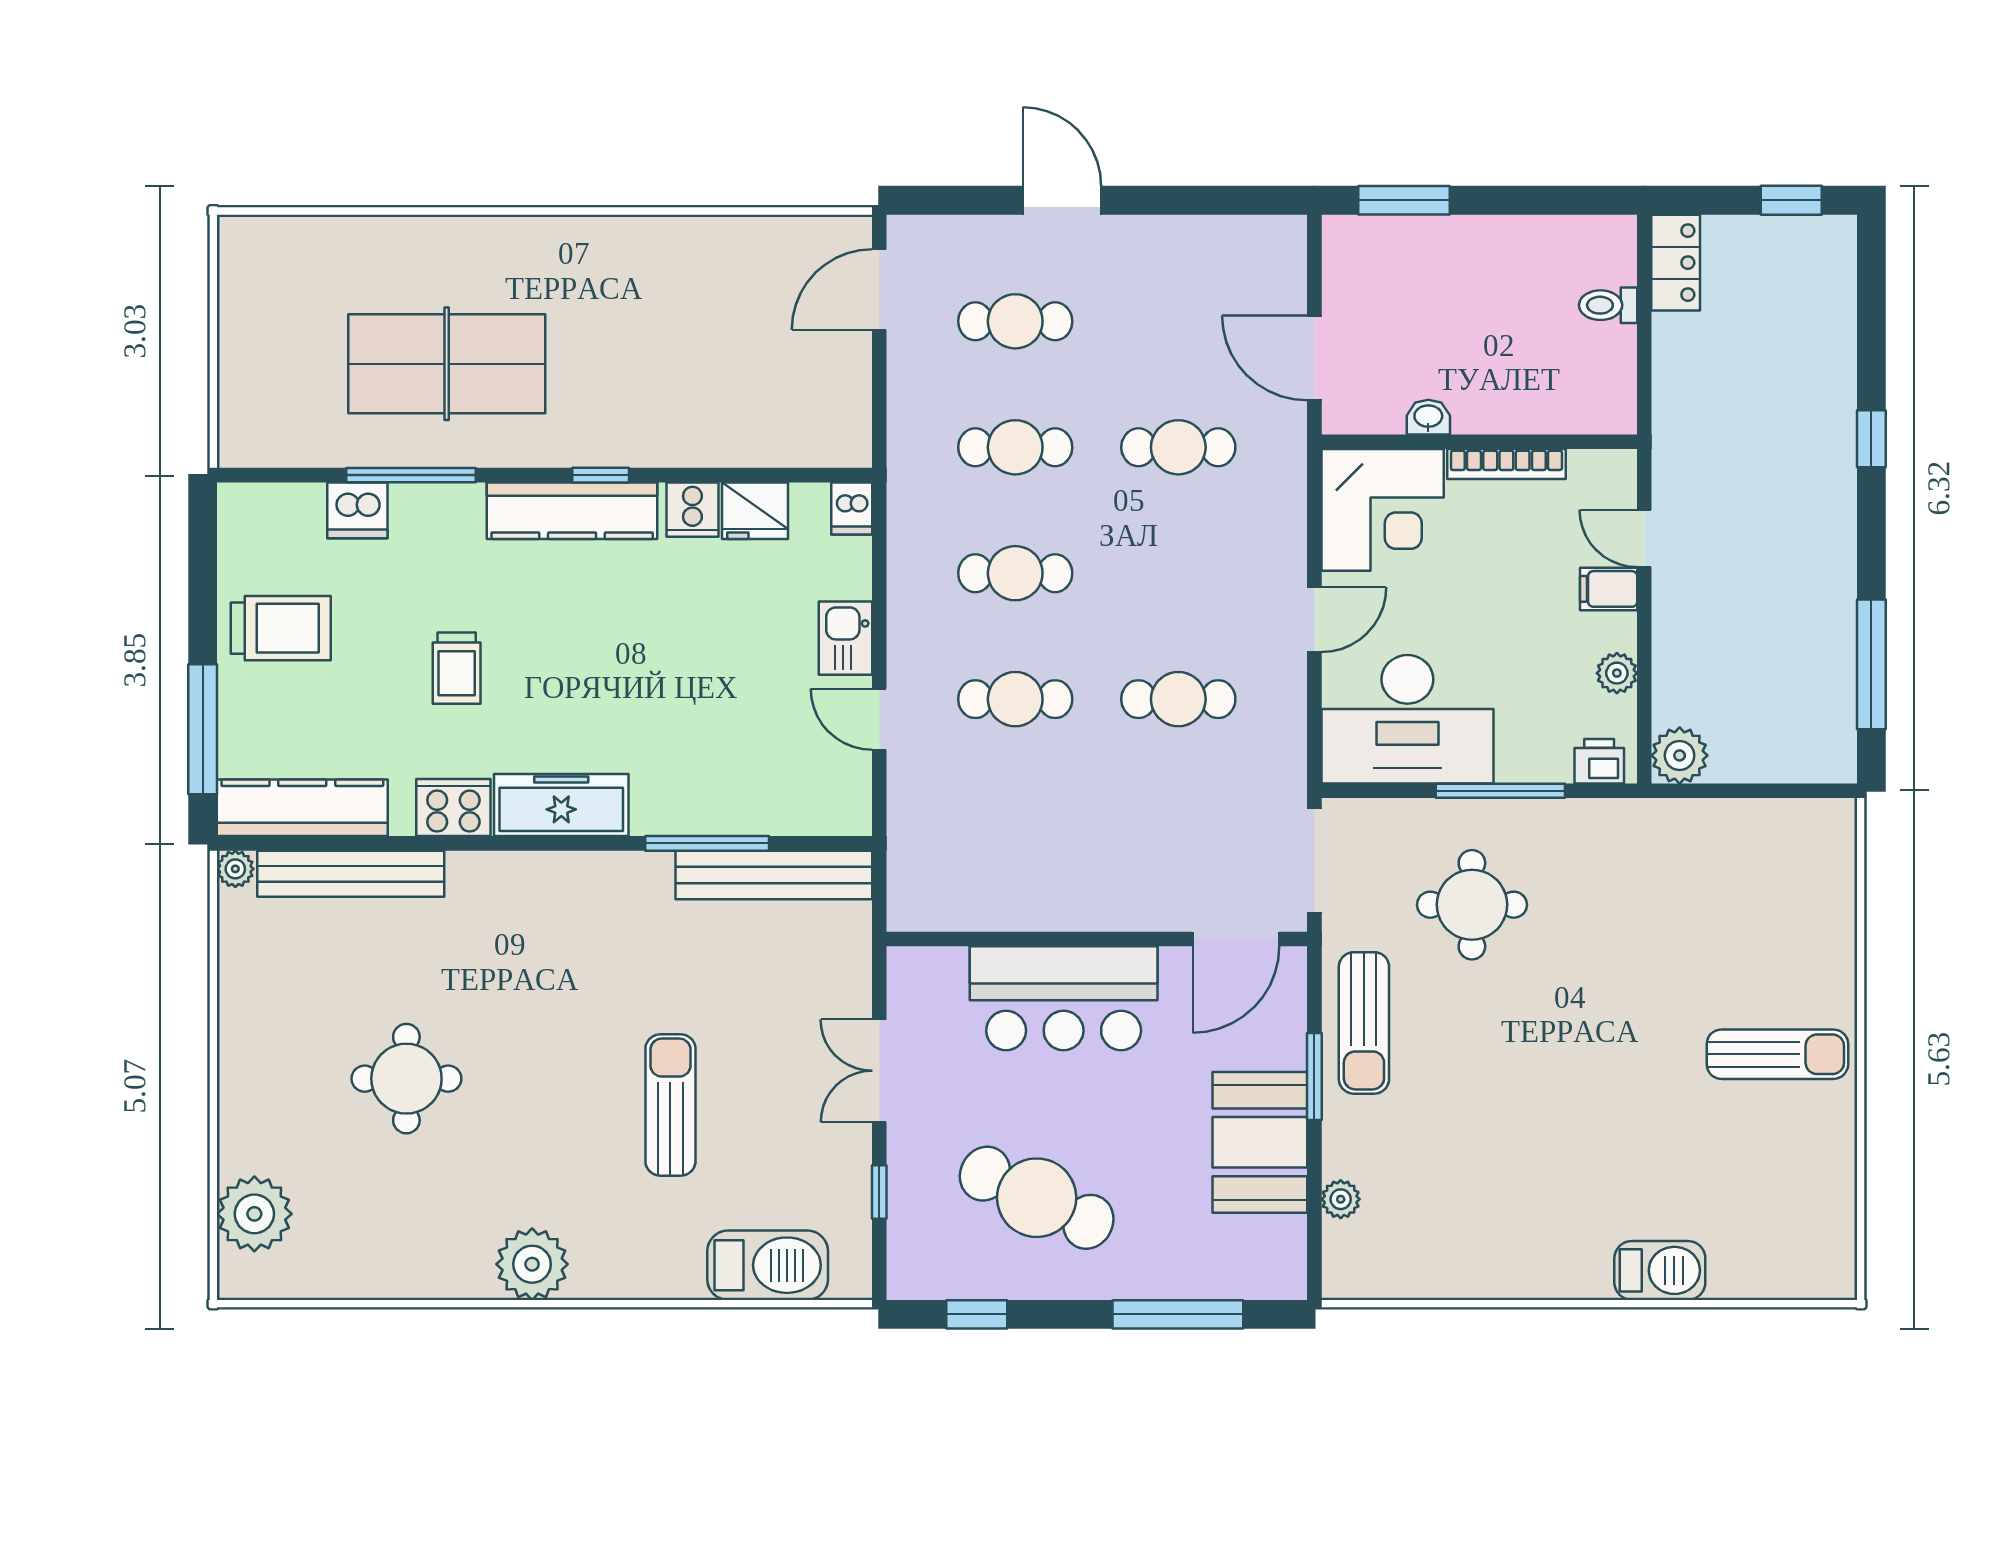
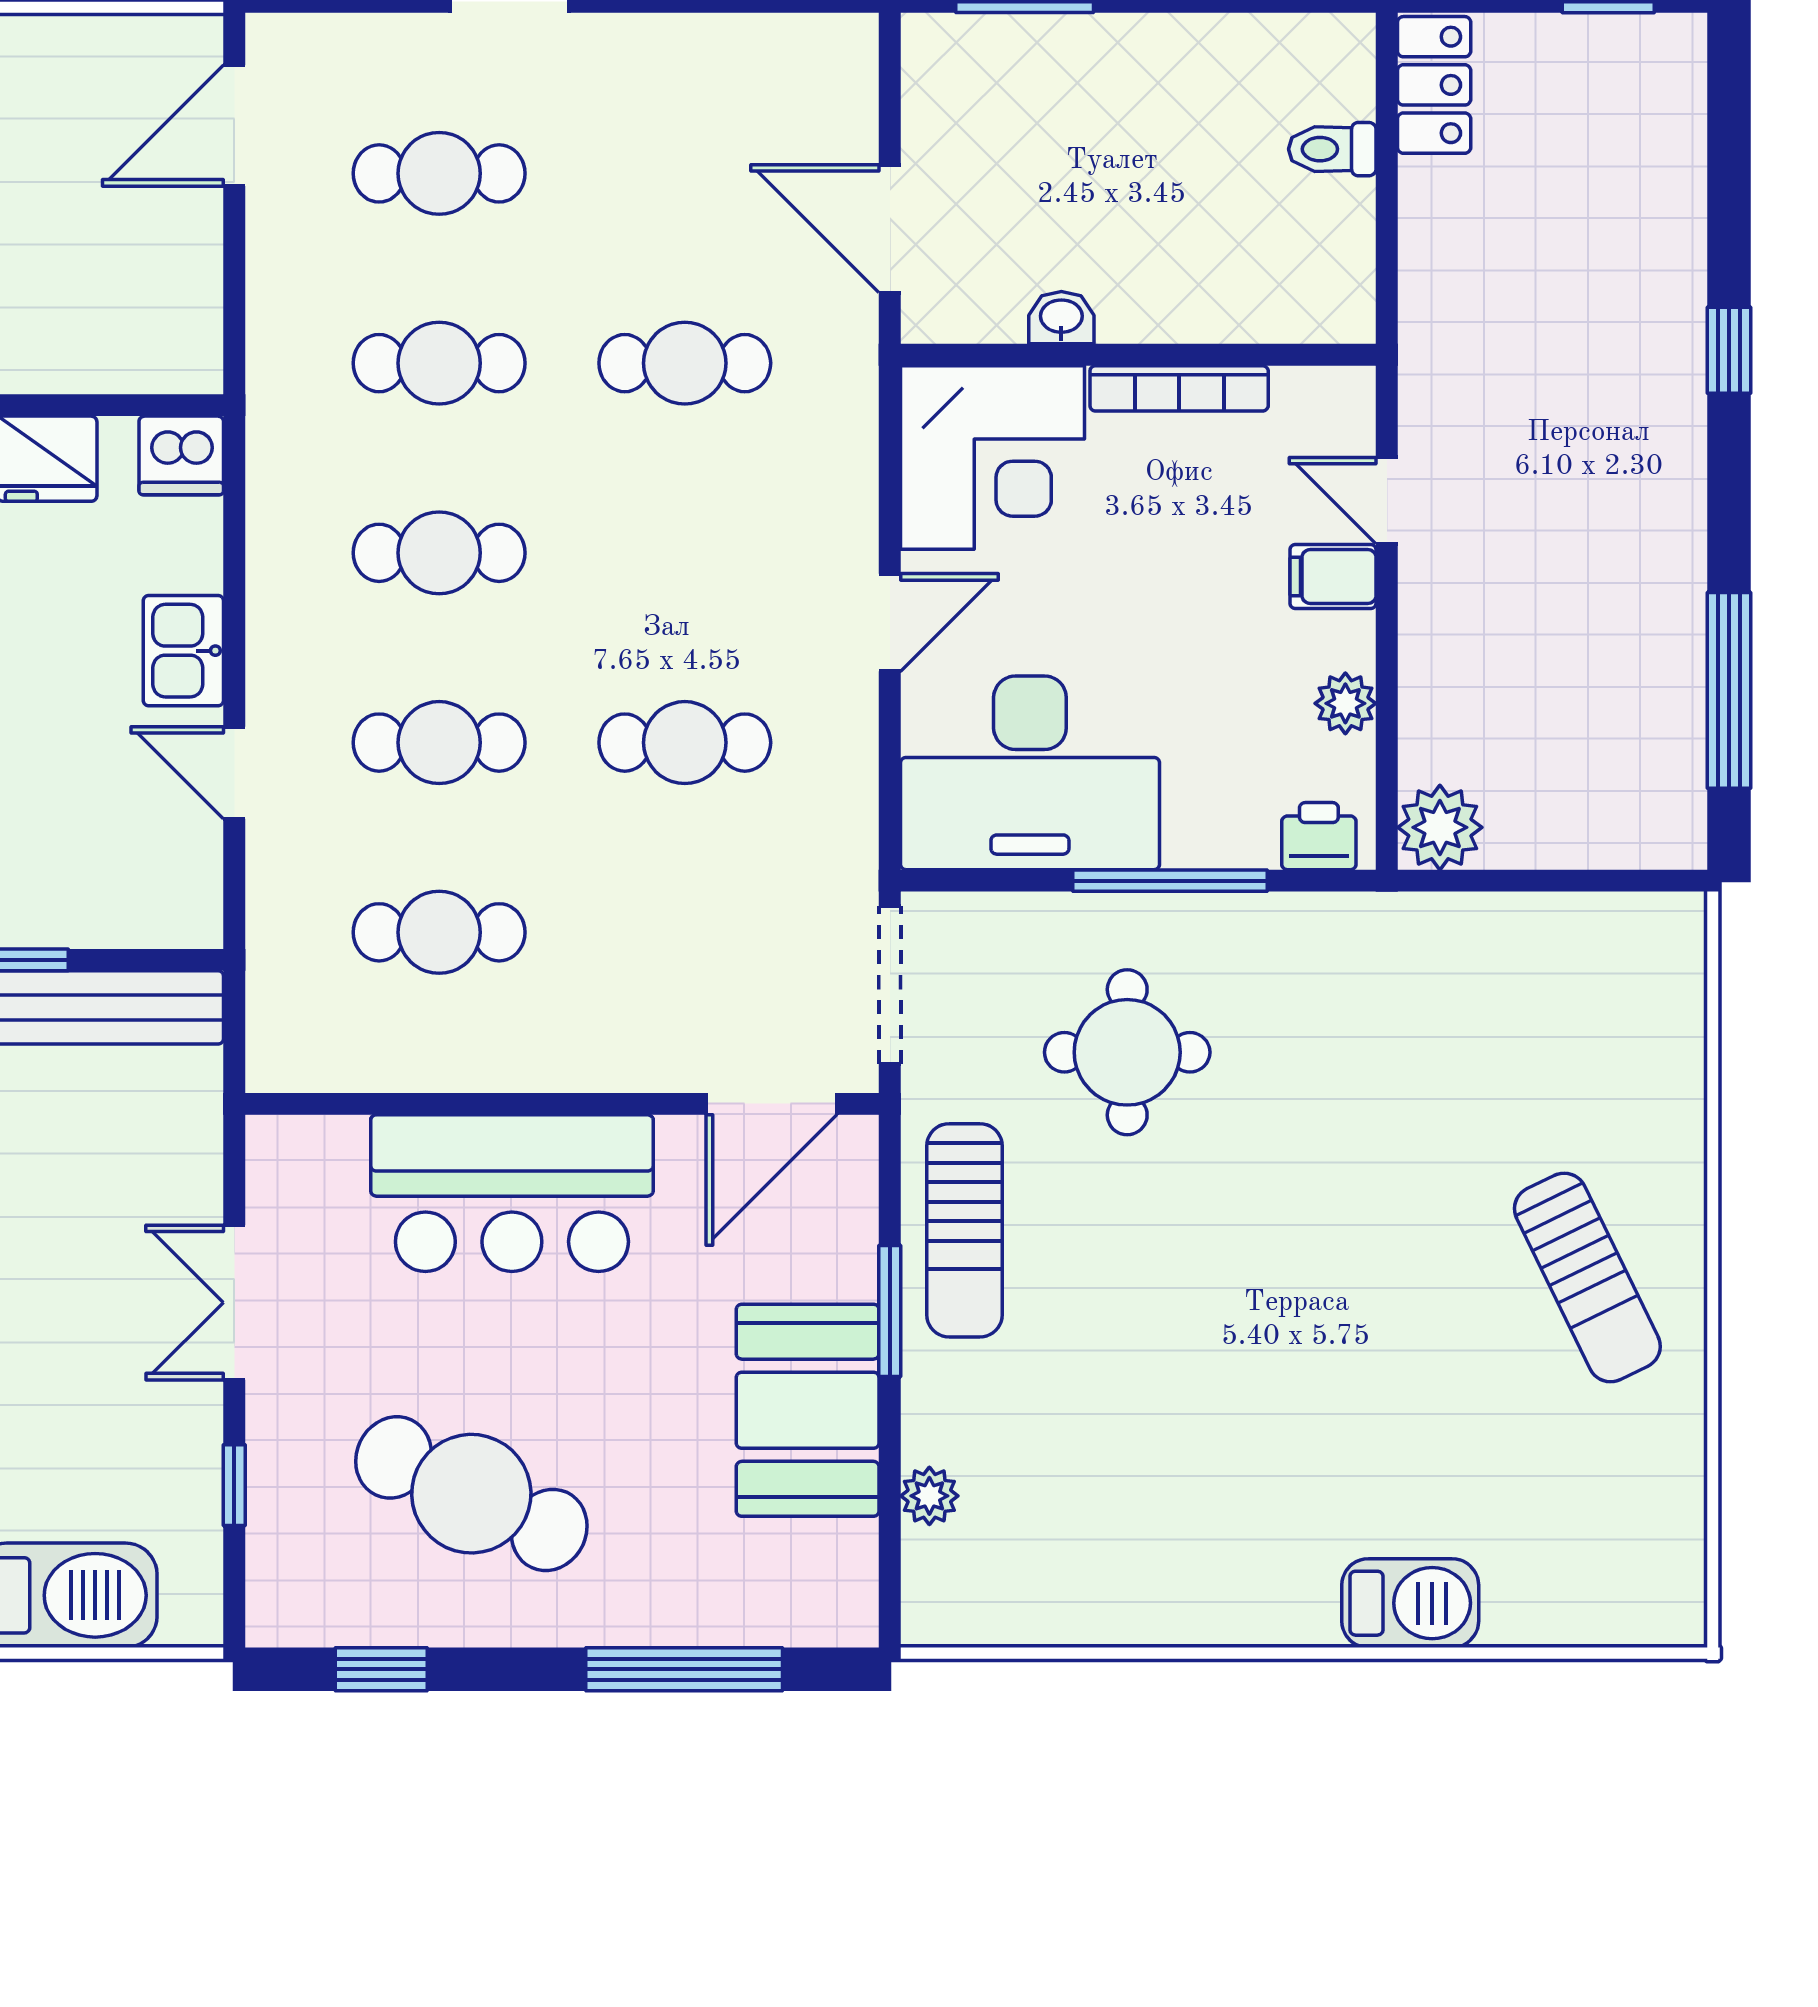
dishwasher: (852, 509) -> (181, 455), width x1.38
cafe table: (1015, 825) -> (439, 932), added
sun lounger: (1777, 1054) -> (1587, 1278), turned 64

